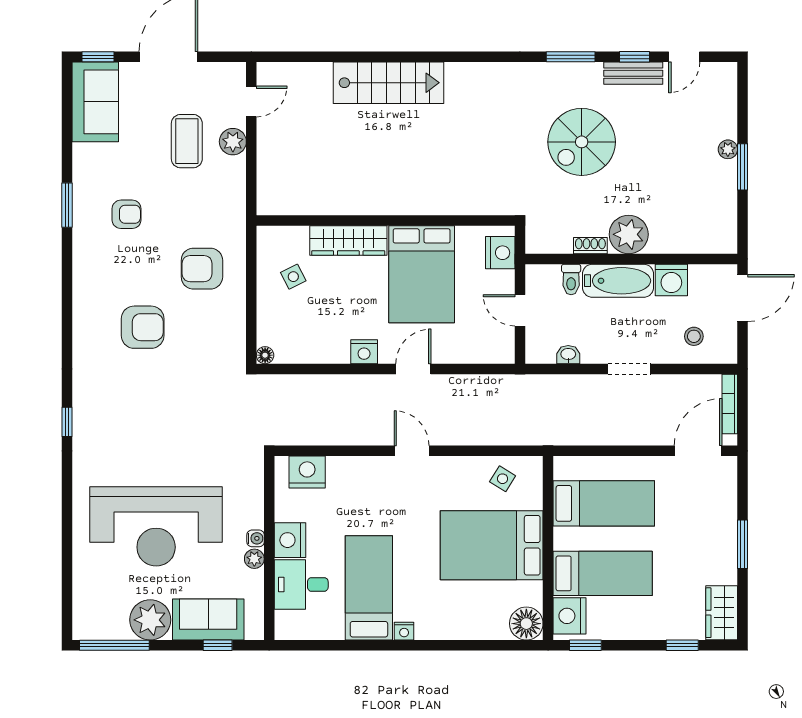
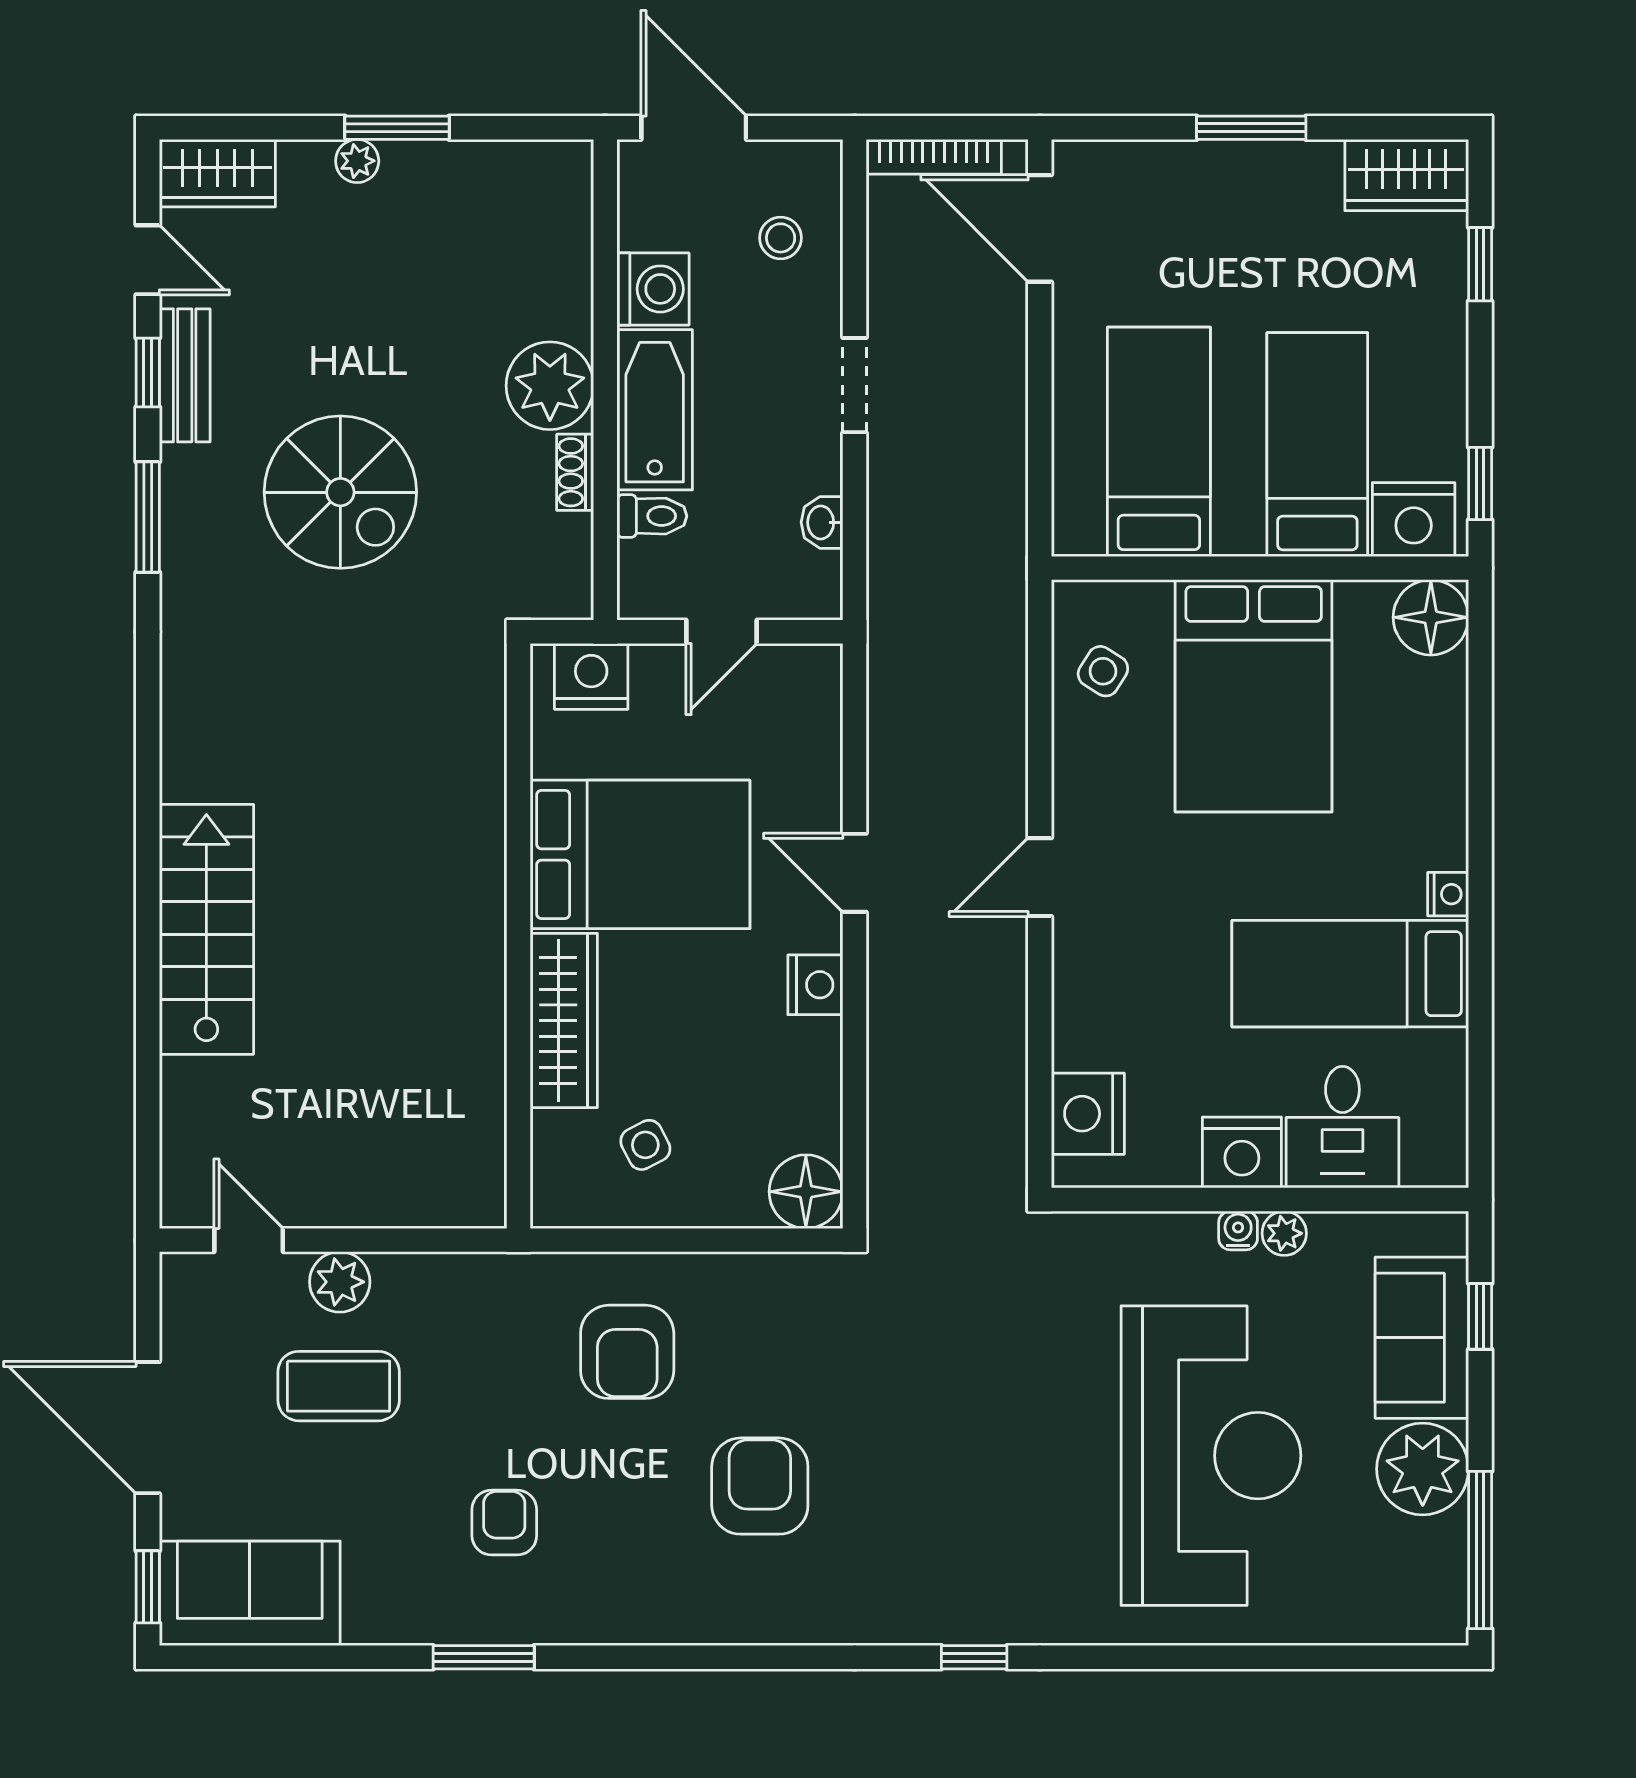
wardrobe: (723, 88) -> (217, 173), added
floor lamp: (265, 355) -> (806, 1192), width x1.89, depth x1.89

